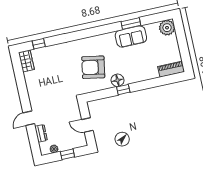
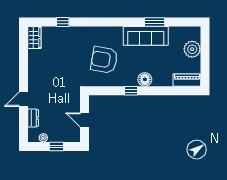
plant: (167, 28) -> (192, 49), moved
sofa: (131, 37) -> (146, 36), width x1.36
window: (39, 44) -> (63, 22), moved
floor lamp: (117, 80) -> (145, 79), moved

